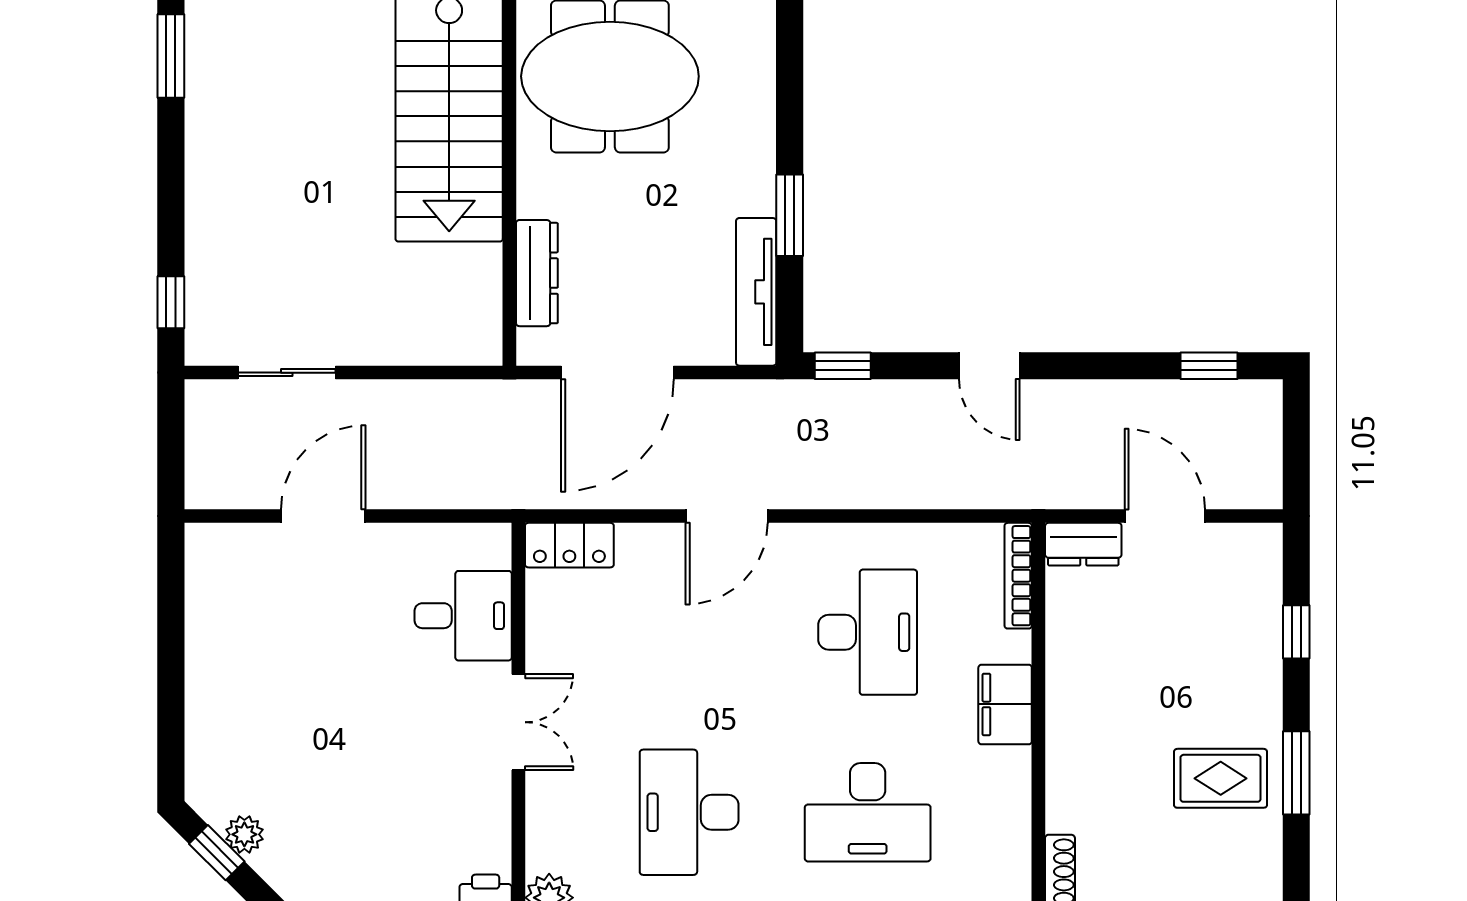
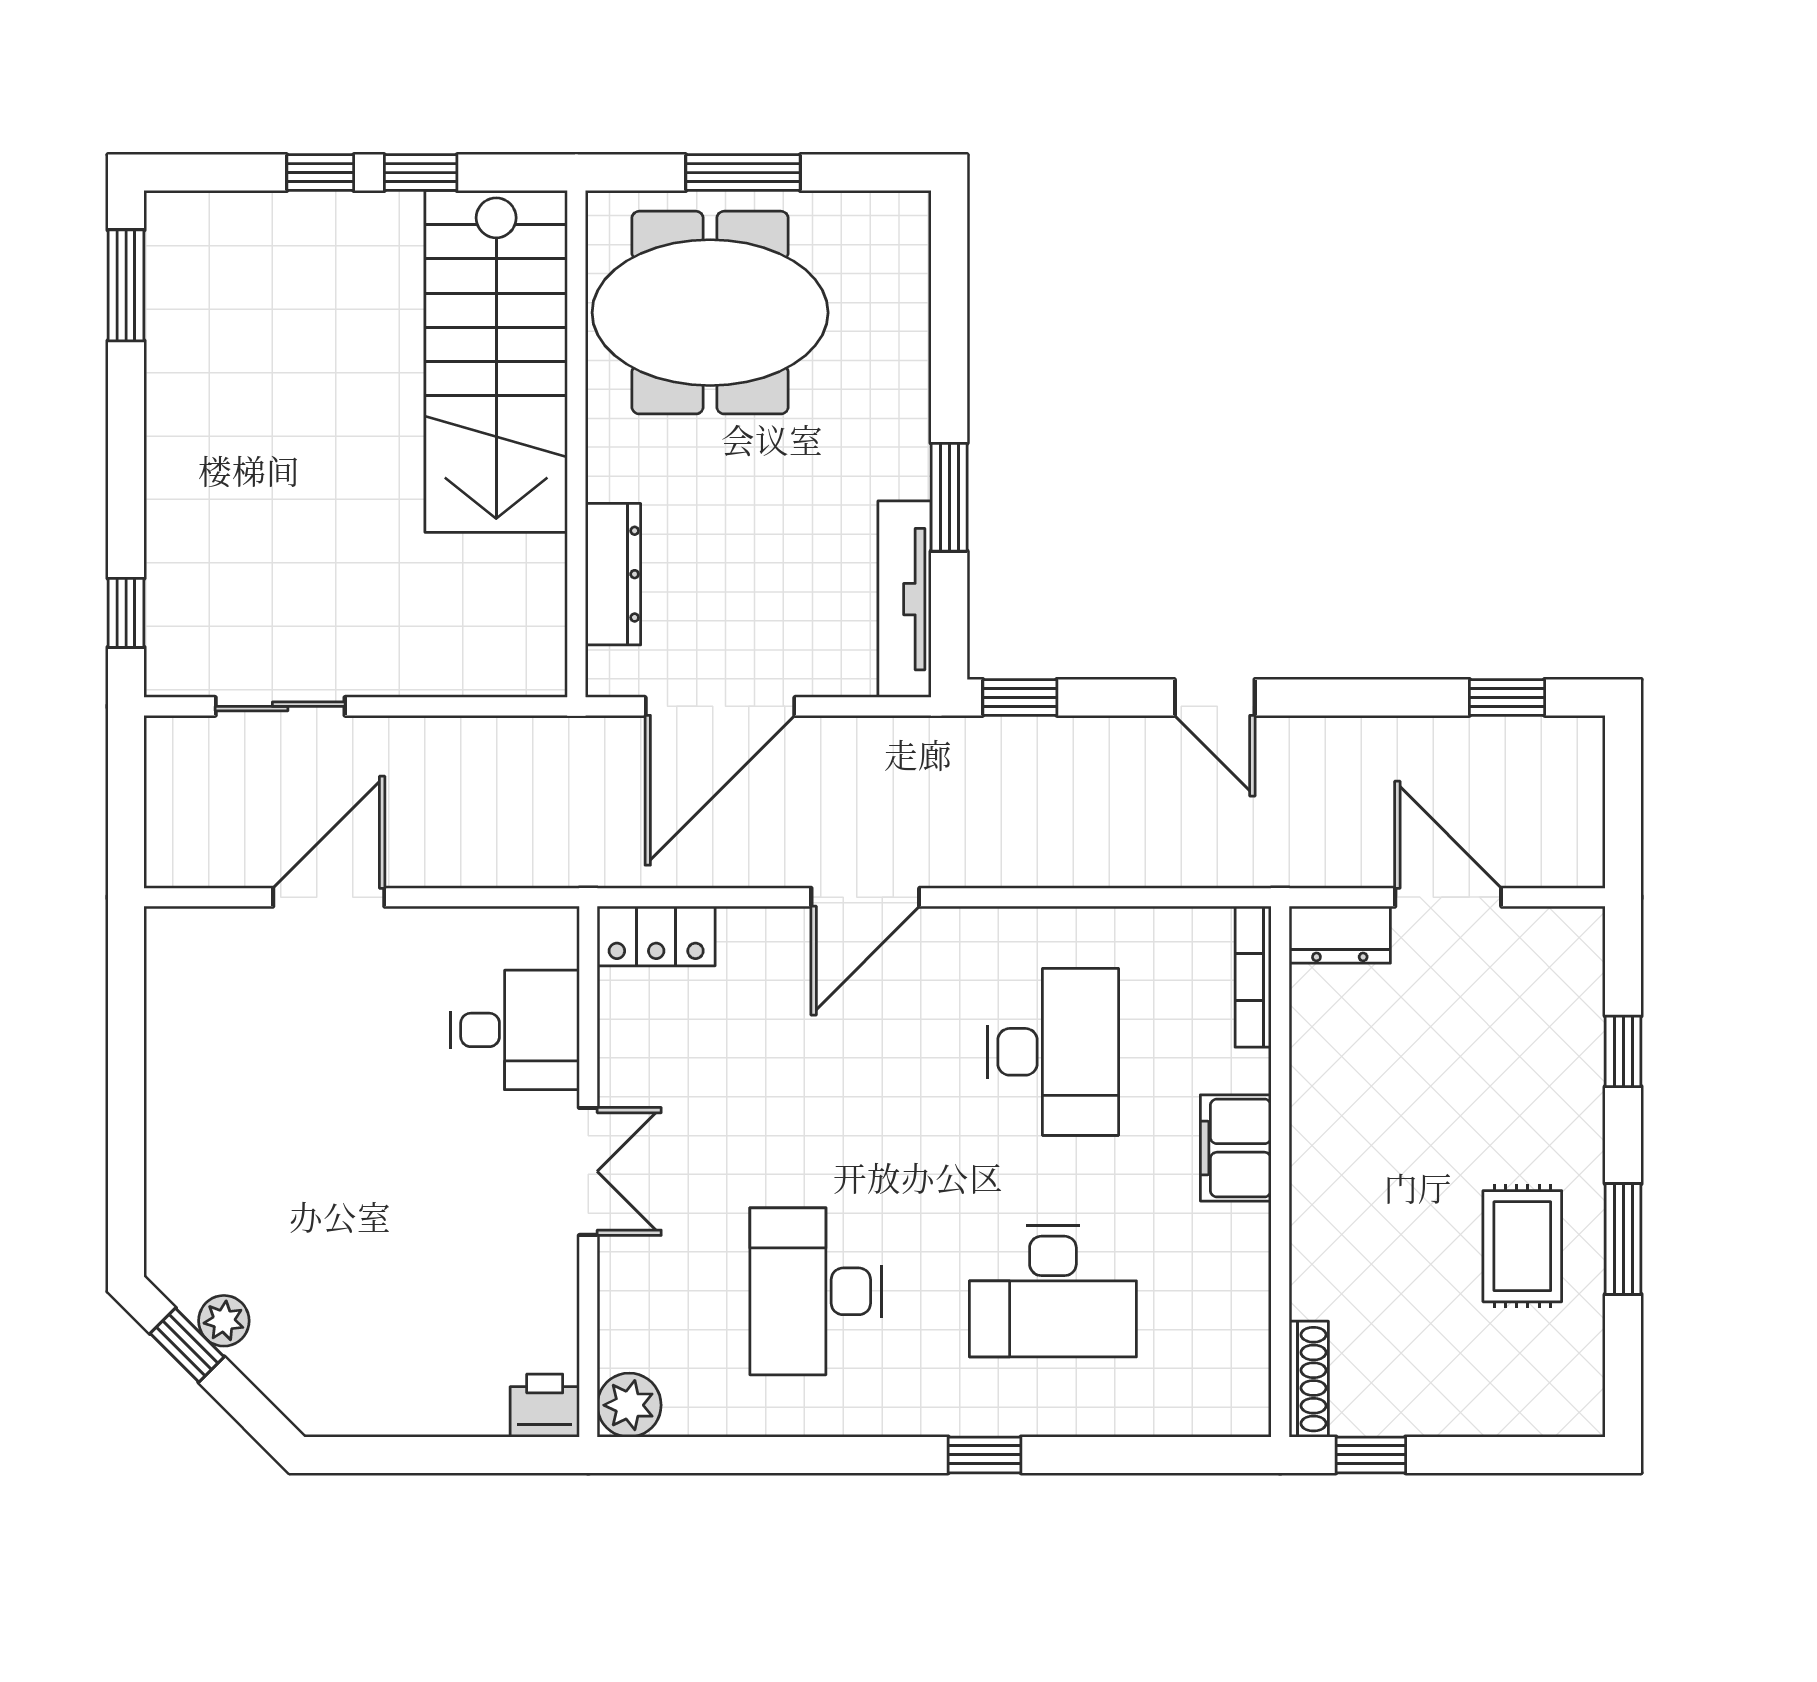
rug: (1221, 778) -> (1522, 1246), turned 90

